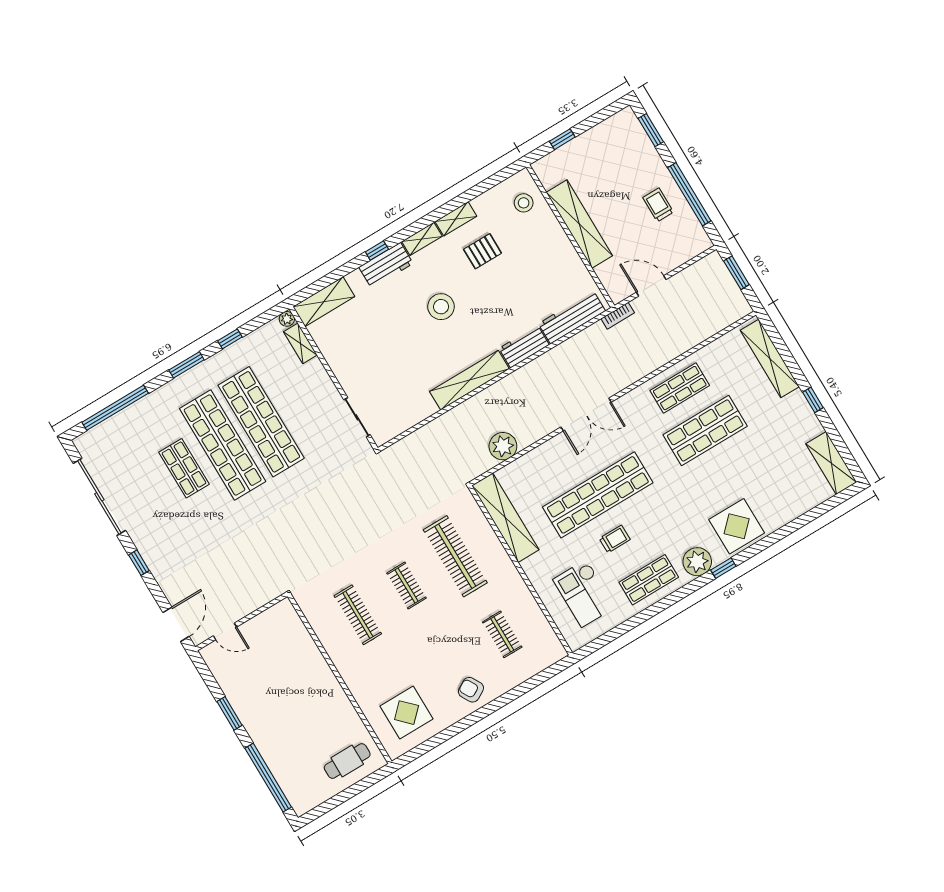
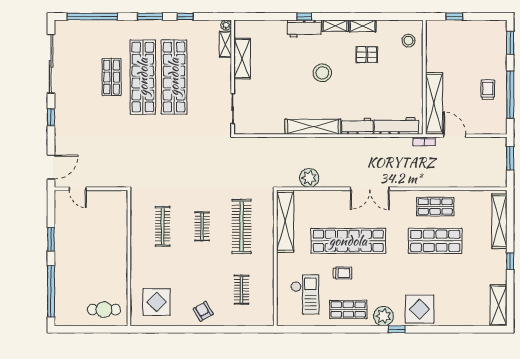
shelving: (579, 224) -> (434, 103), moved
shelving: (324, 302) -> (242, 59), moved, turned 90
checkout: (584, 593) -> (305, 294), turned 180

